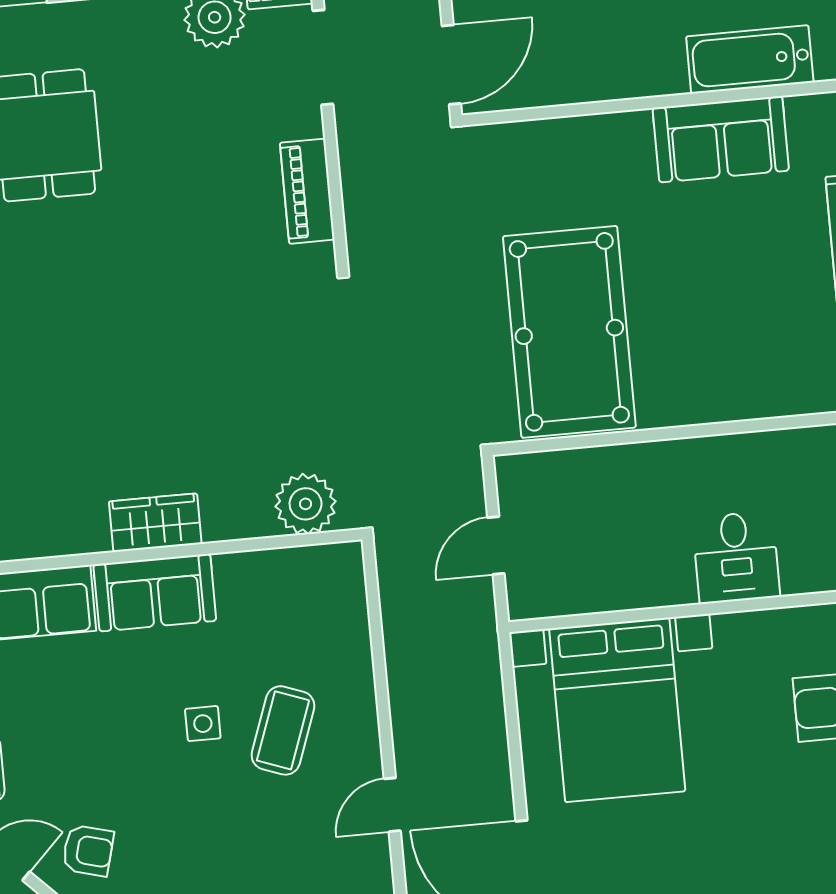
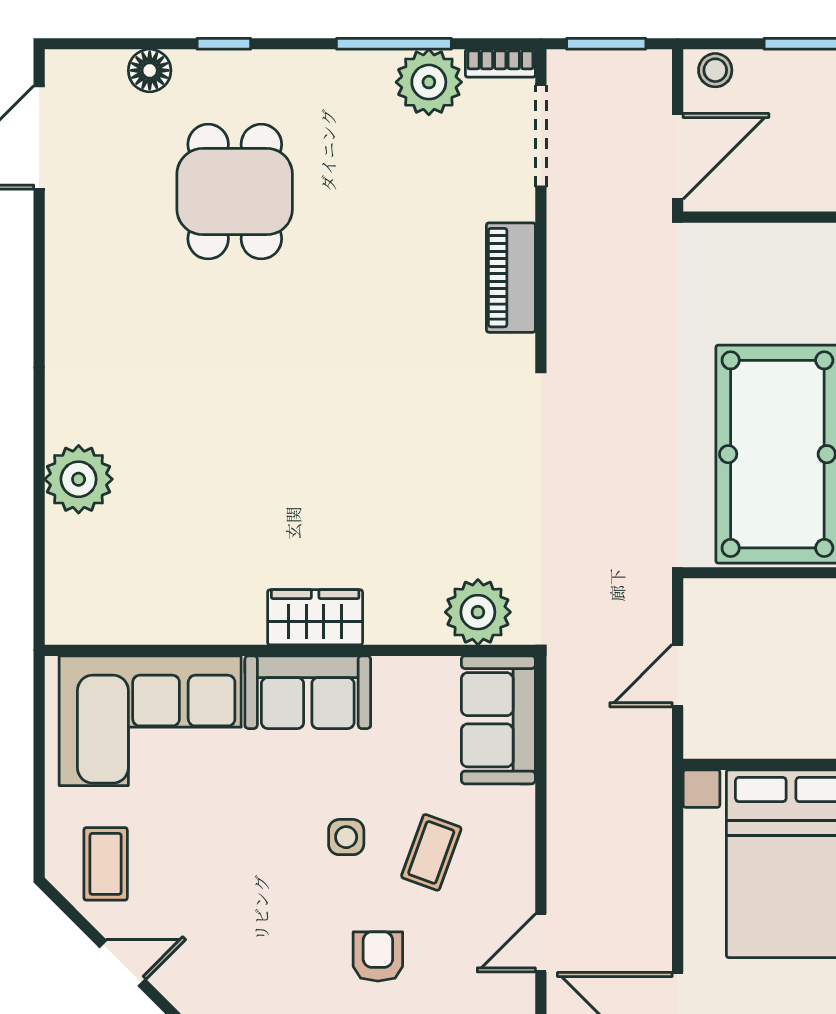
sofa: (334, 602) -> (498, 720), added
coffee table: (283, 730) -> (431, 852), width x0.73, depth x0.77
armchair: (88, 851) -> (378, 957), moved, turned -105

